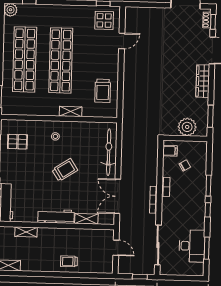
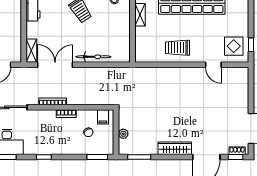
trolley: (103, 91) -> (177, 48), moved
plant: (187, 127) -> (123, 134), width x0.53, depth x0.53
bicycle: (109, 152) -> (93, 57), width x0.73, depth x0.71
window: (208, 186) -> (97, 157), moved
shelving: (86, 219) -> (31, 51), moved

